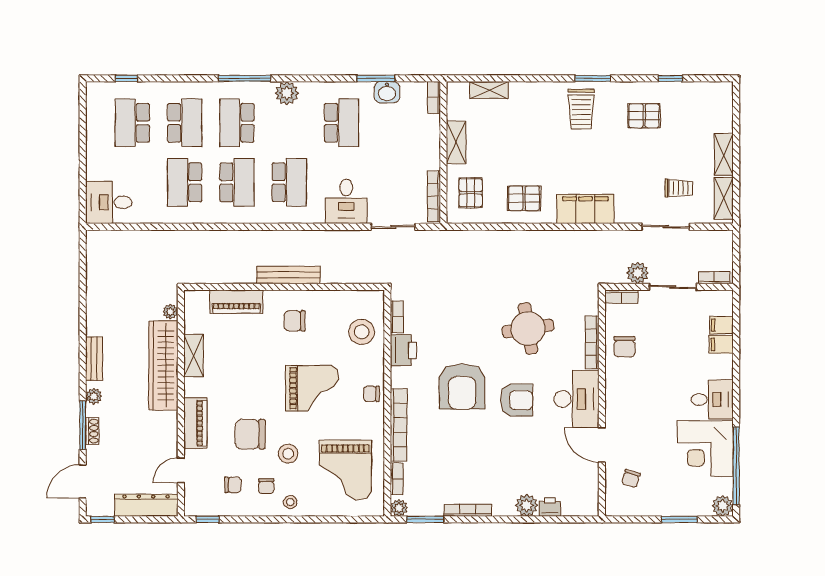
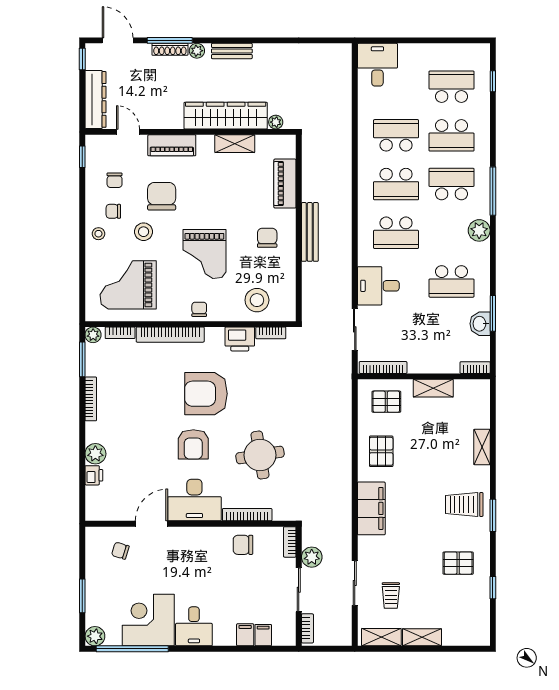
shelving: (489, 90) -> (482, 447), moved
pallet: (644, 116) -> (458, 563), turned 90
shoe rack: (92, 431) -> (170, 49), width x1.43

